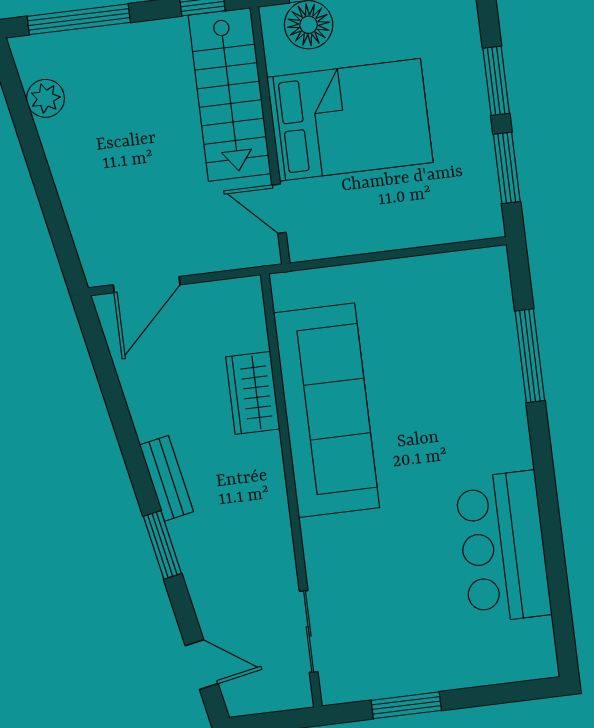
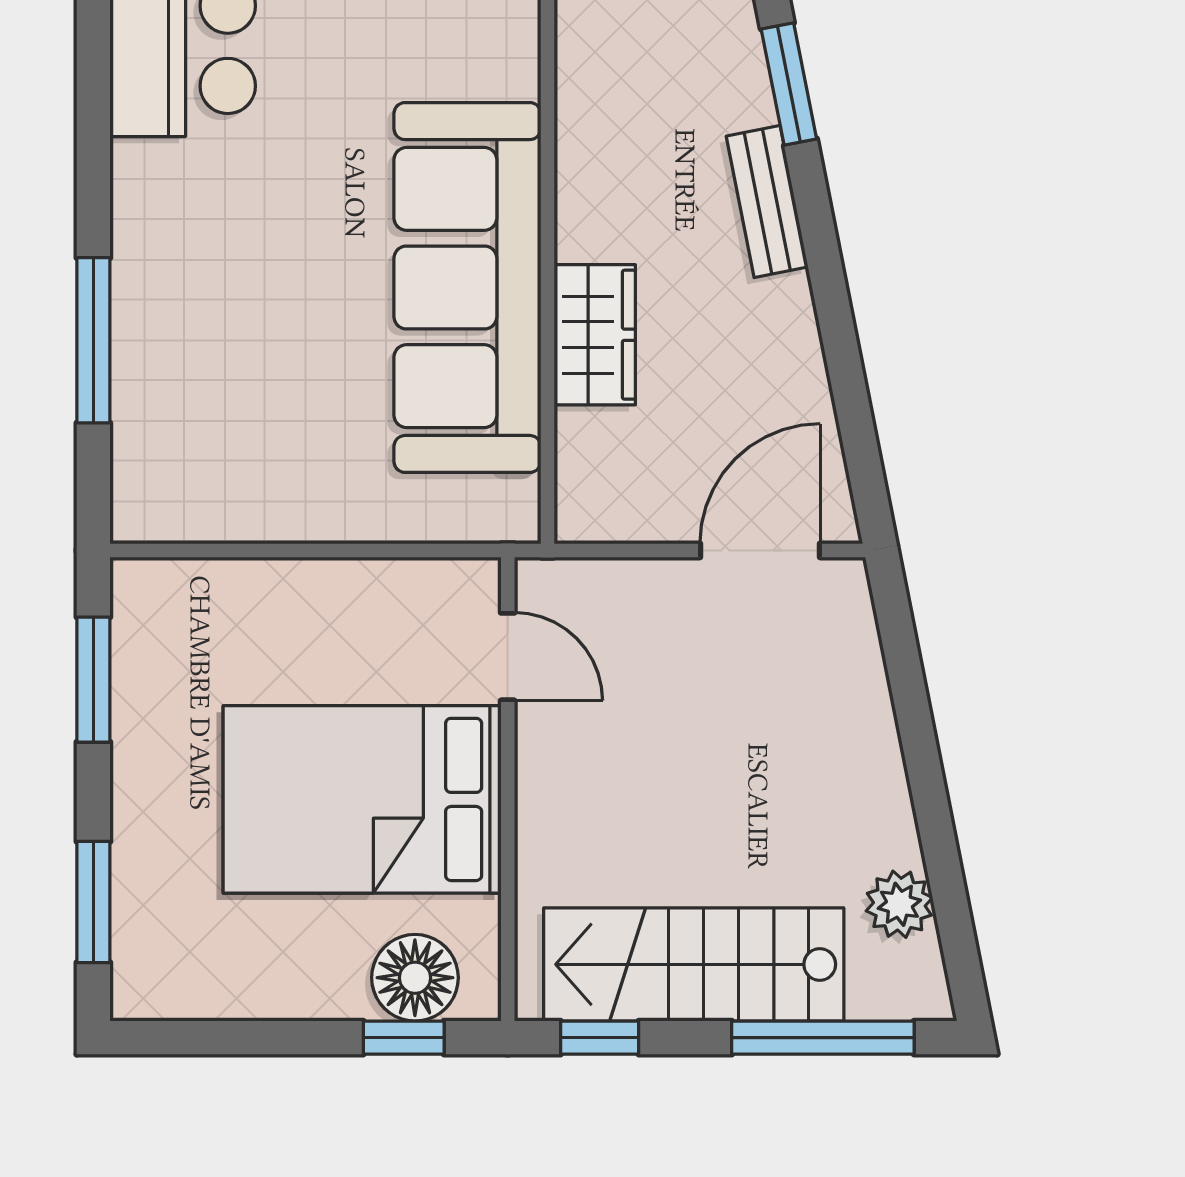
window: (496, 81) -> (93, 902), moved
stairs: (230, 94) -> (694, 964), moved, turned -90

